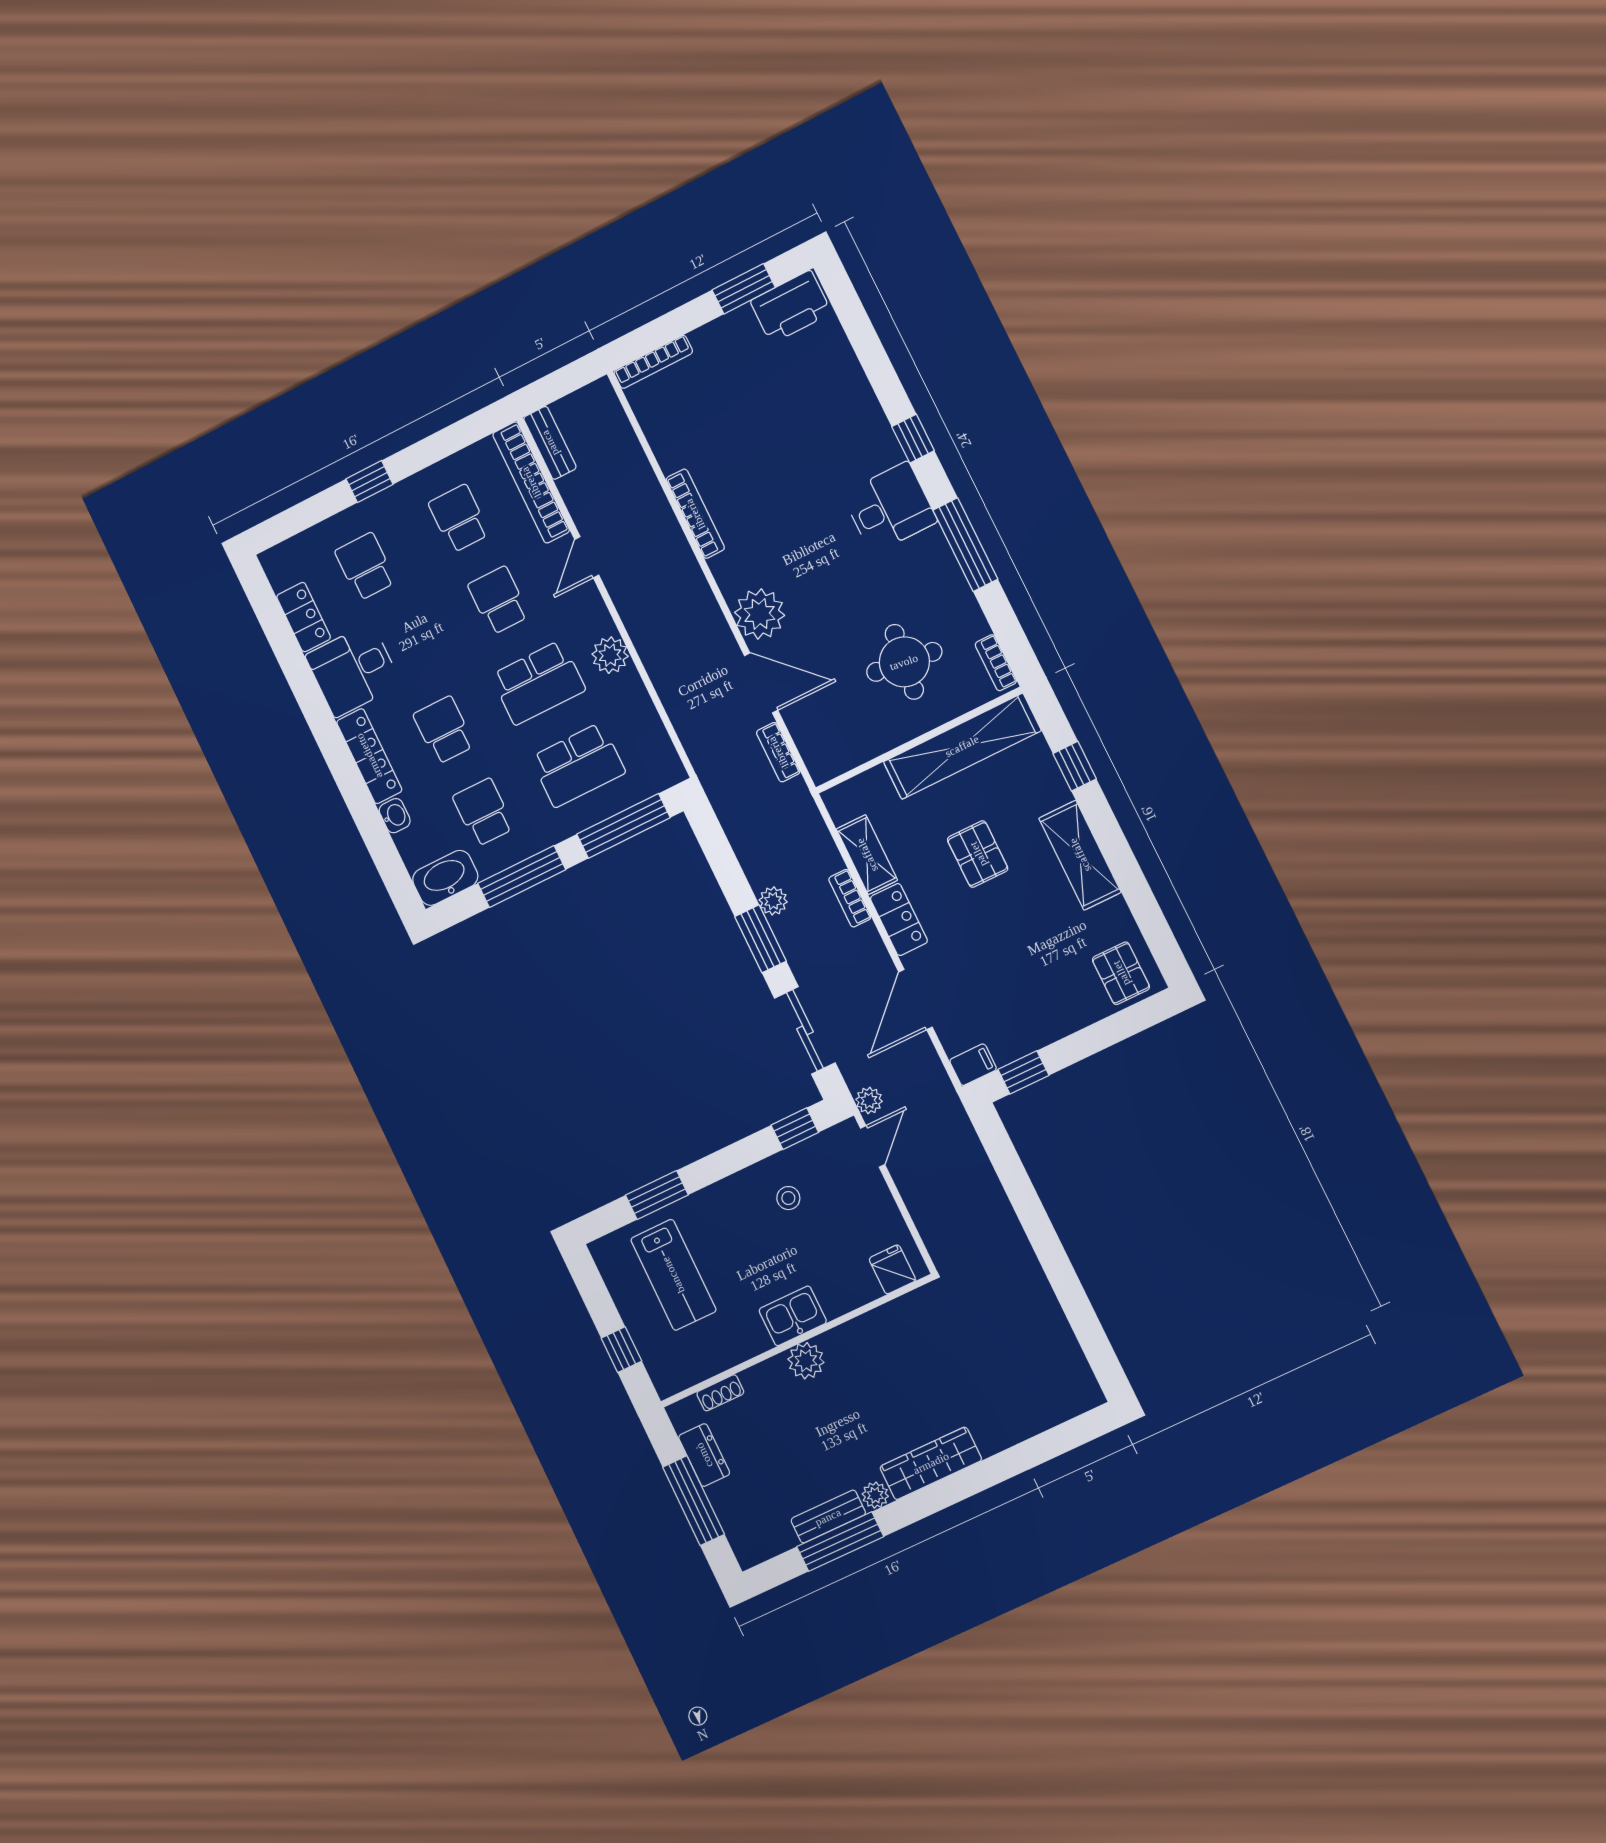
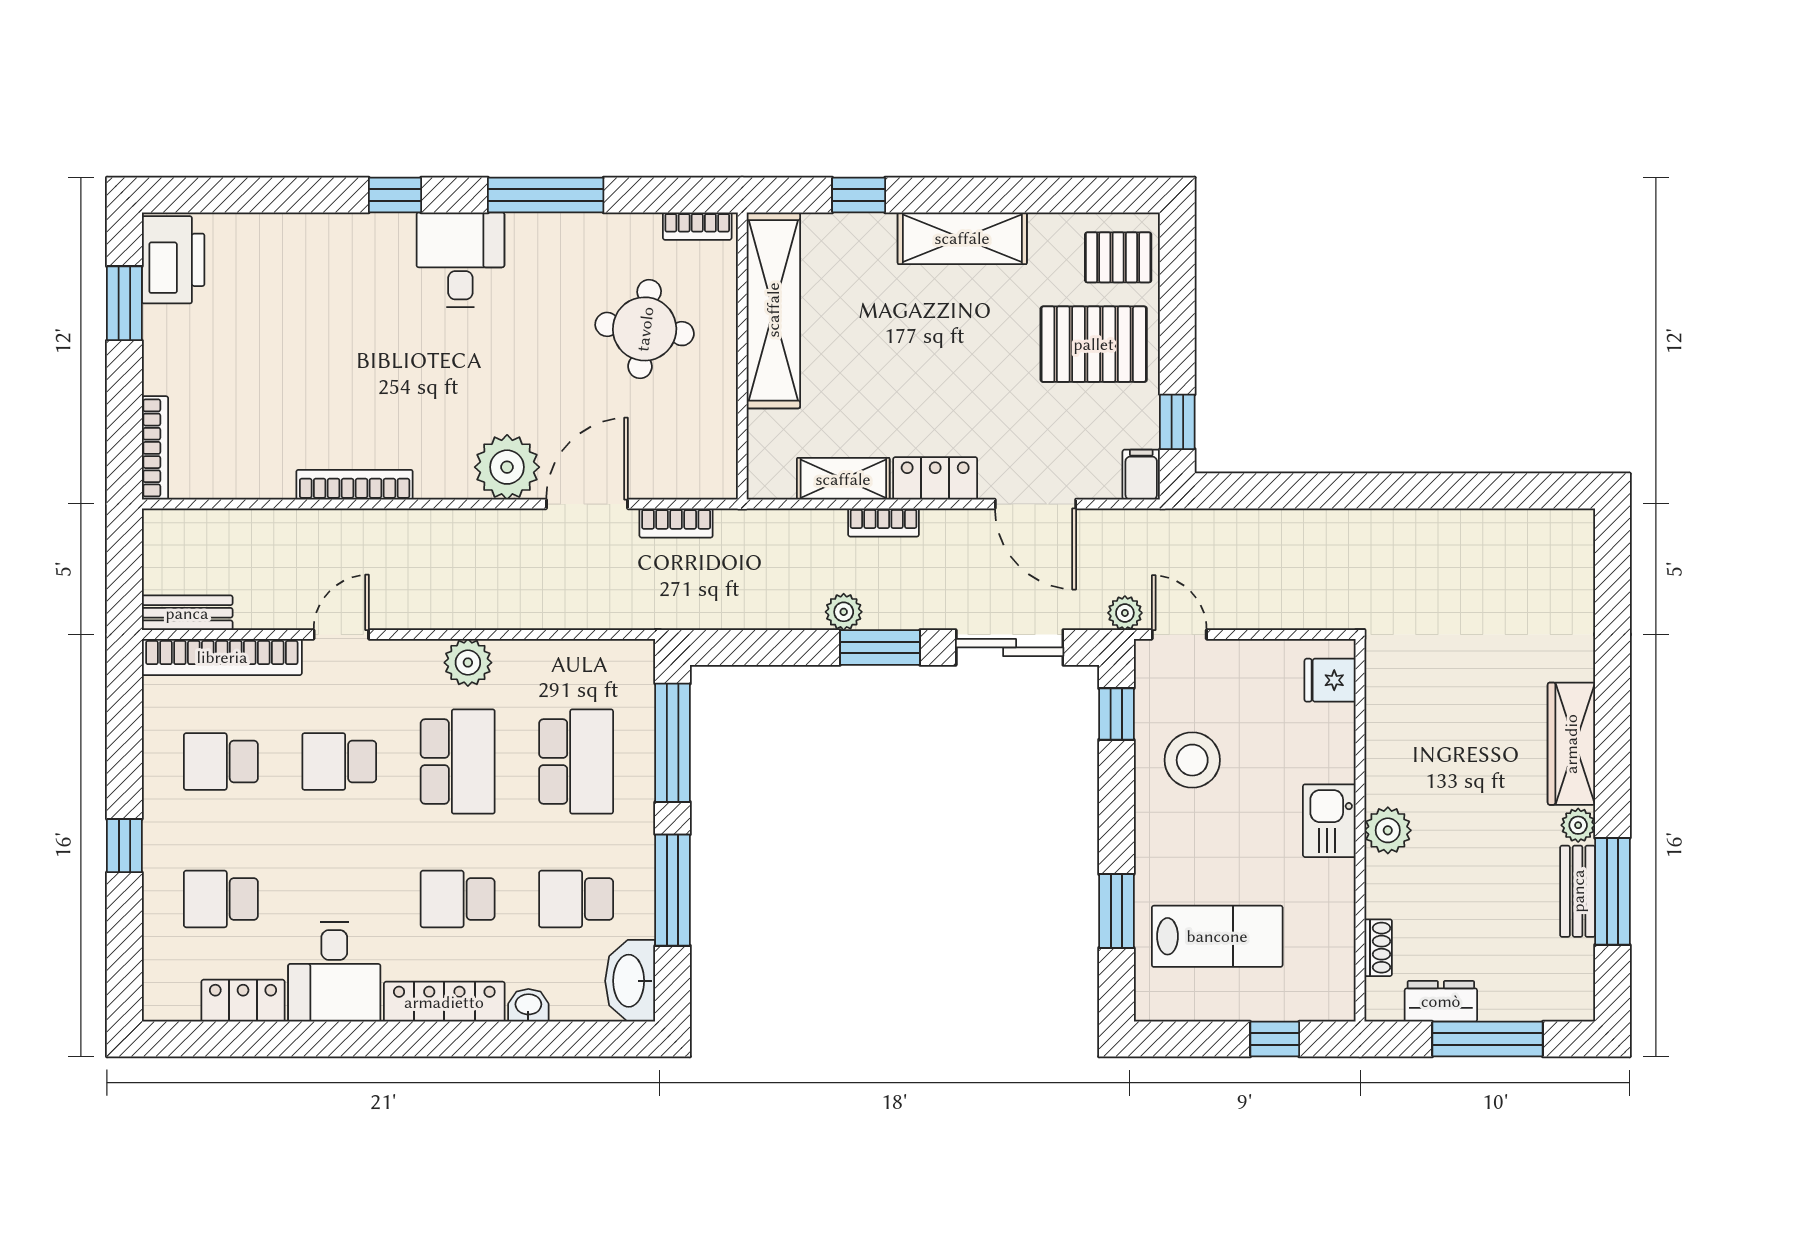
door: (587, 557) -> (341, 634), swing flipped
pallet: (978, 854) -> (1094, 344), moved, width x1.50, depth x1.42
stool: (788, 1198) -> (1192, 760), width x1.89, depth x1.89

